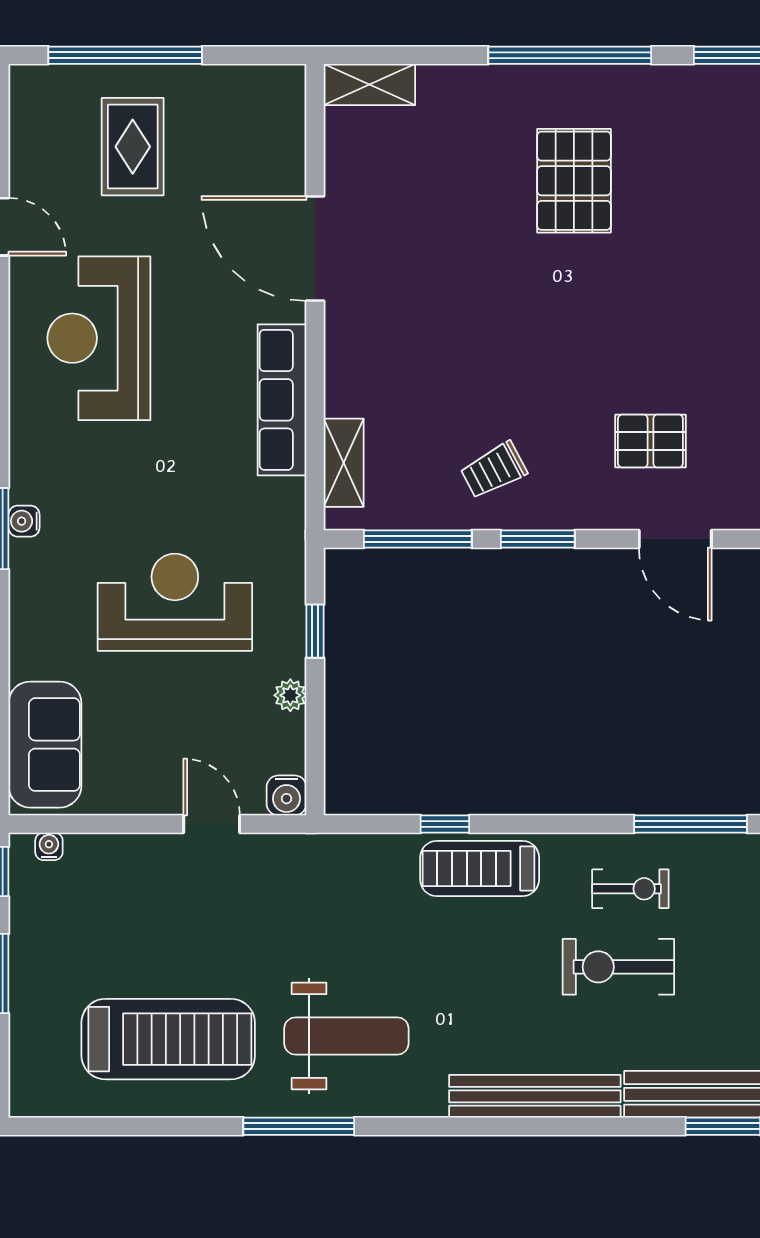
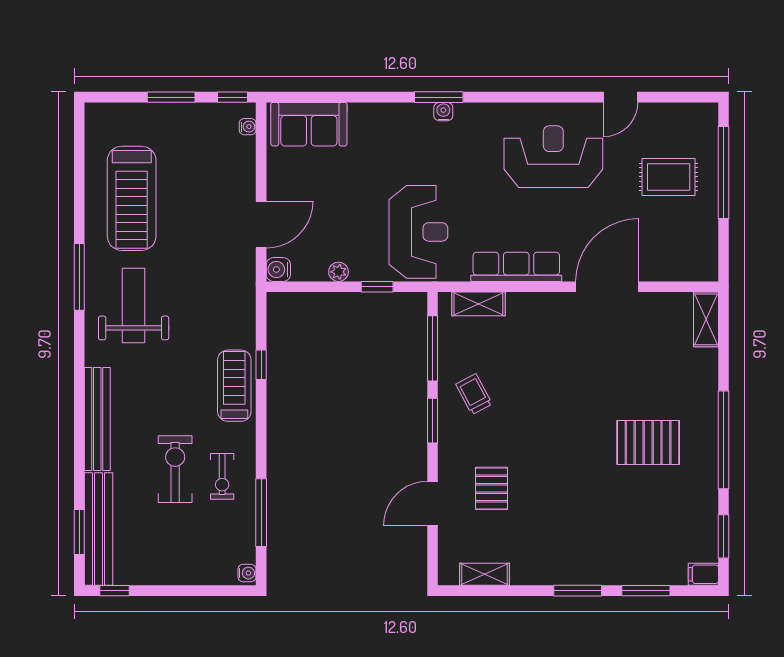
reception desk: (175, 602) -> (418, 232), moved
door: (212, 824) -> (261, 224), width x1.38
weight bench: (346, 1036) -> (134, 306), turned 180

